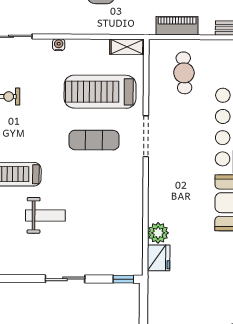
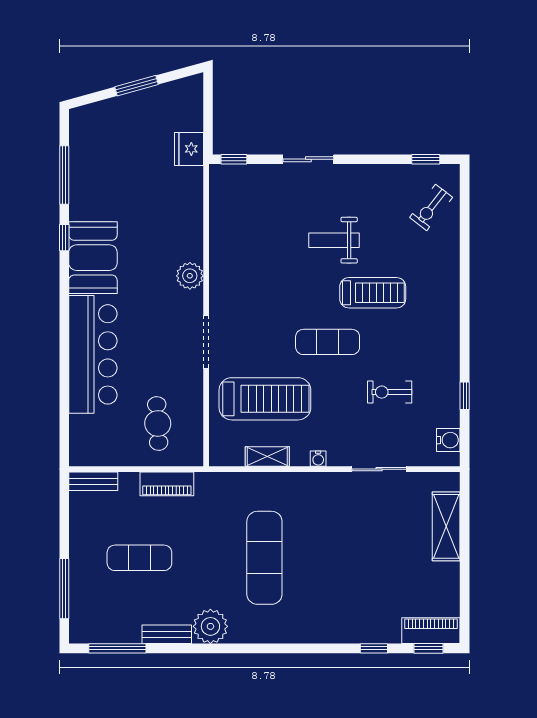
shelving: (127, 47) -> (267, 456), moved
exercise mat: (94, 140) -> (328, 342), moved
plant: (158, 233) -> (190, 276), moved
fridge: (159, 258) -> (189, 149), moved

